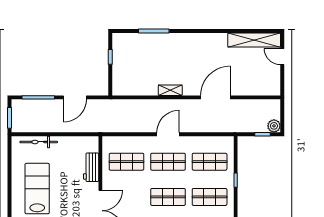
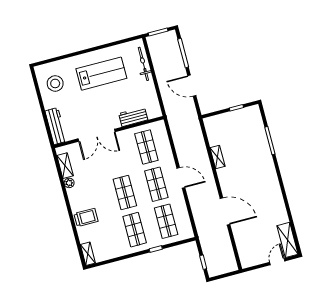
shelving: (254, 40) -> (287, 240), width x0.68
shelving: (170, 90) -> (218, 157), moved
plant: (274, 126) -> (213, 270), removed

